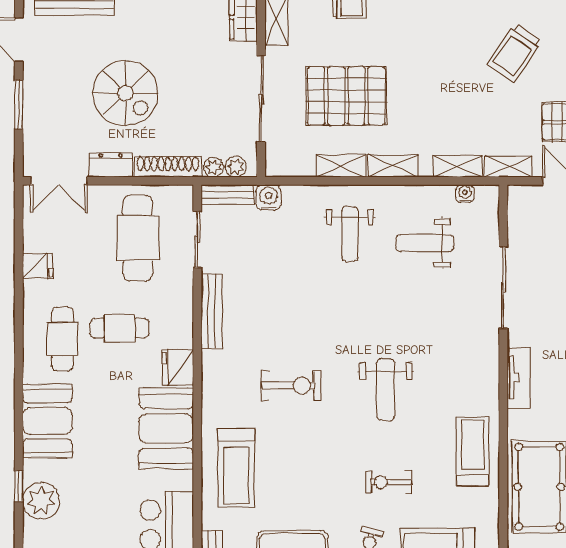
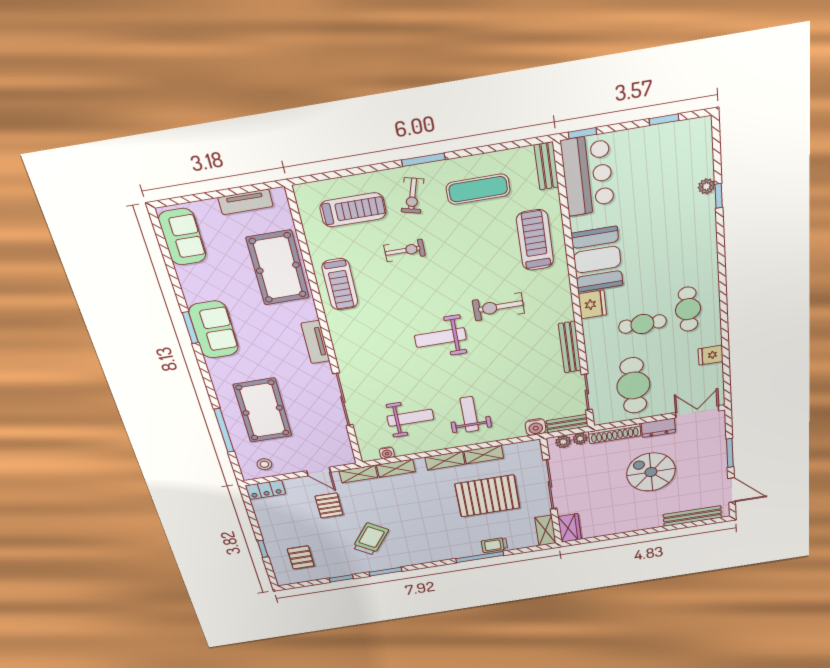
weight bench: (386, 390) -> (440, 337), moved, turned -90
booth: (47, 421) -> (697, 249), removed
plant: (41, 501) -> (706, 186), width x0.53, depth x0.53

